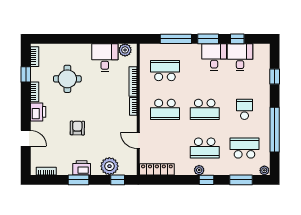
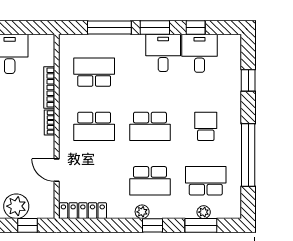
plant: (125, 50) -> (38, 43), removed
plant: (264, 170) -> (204, 212), moved

